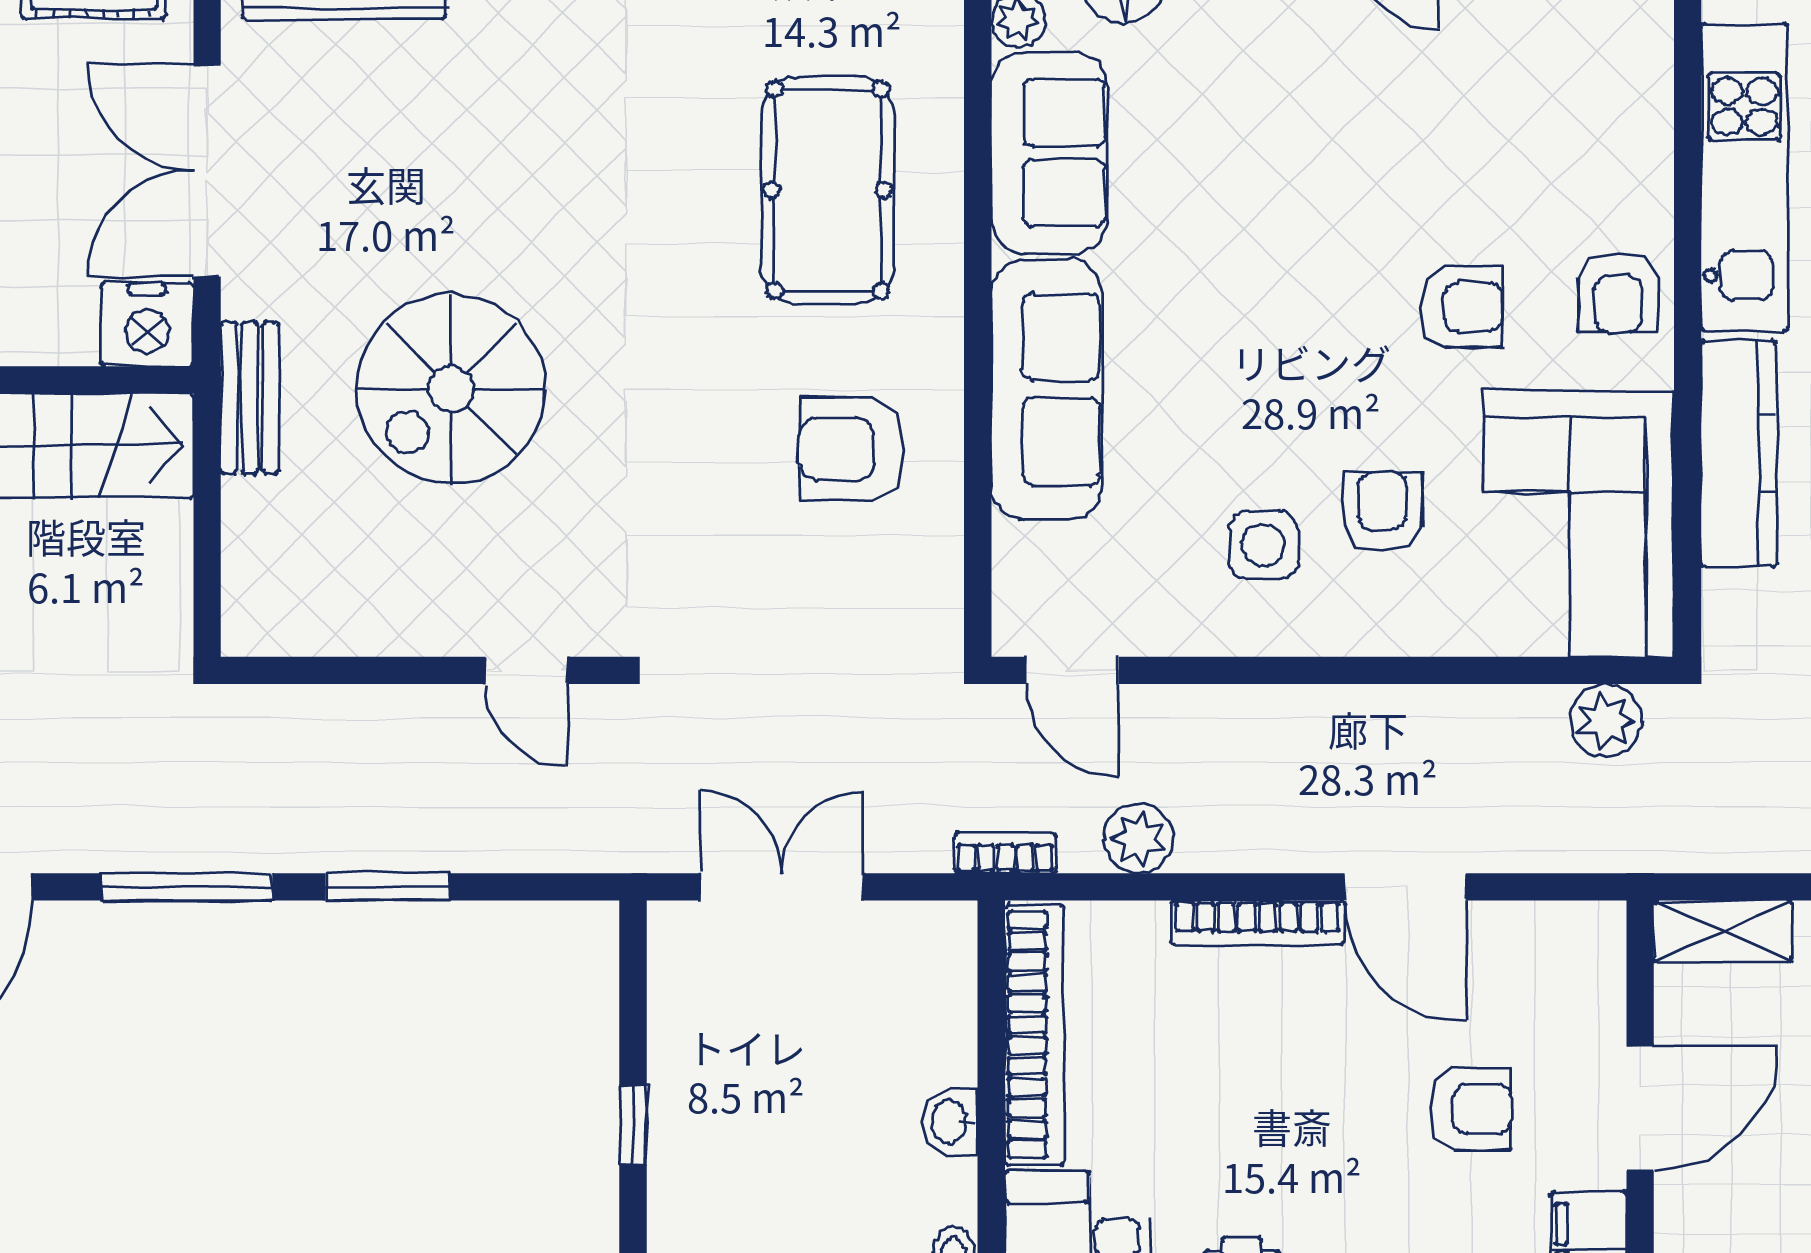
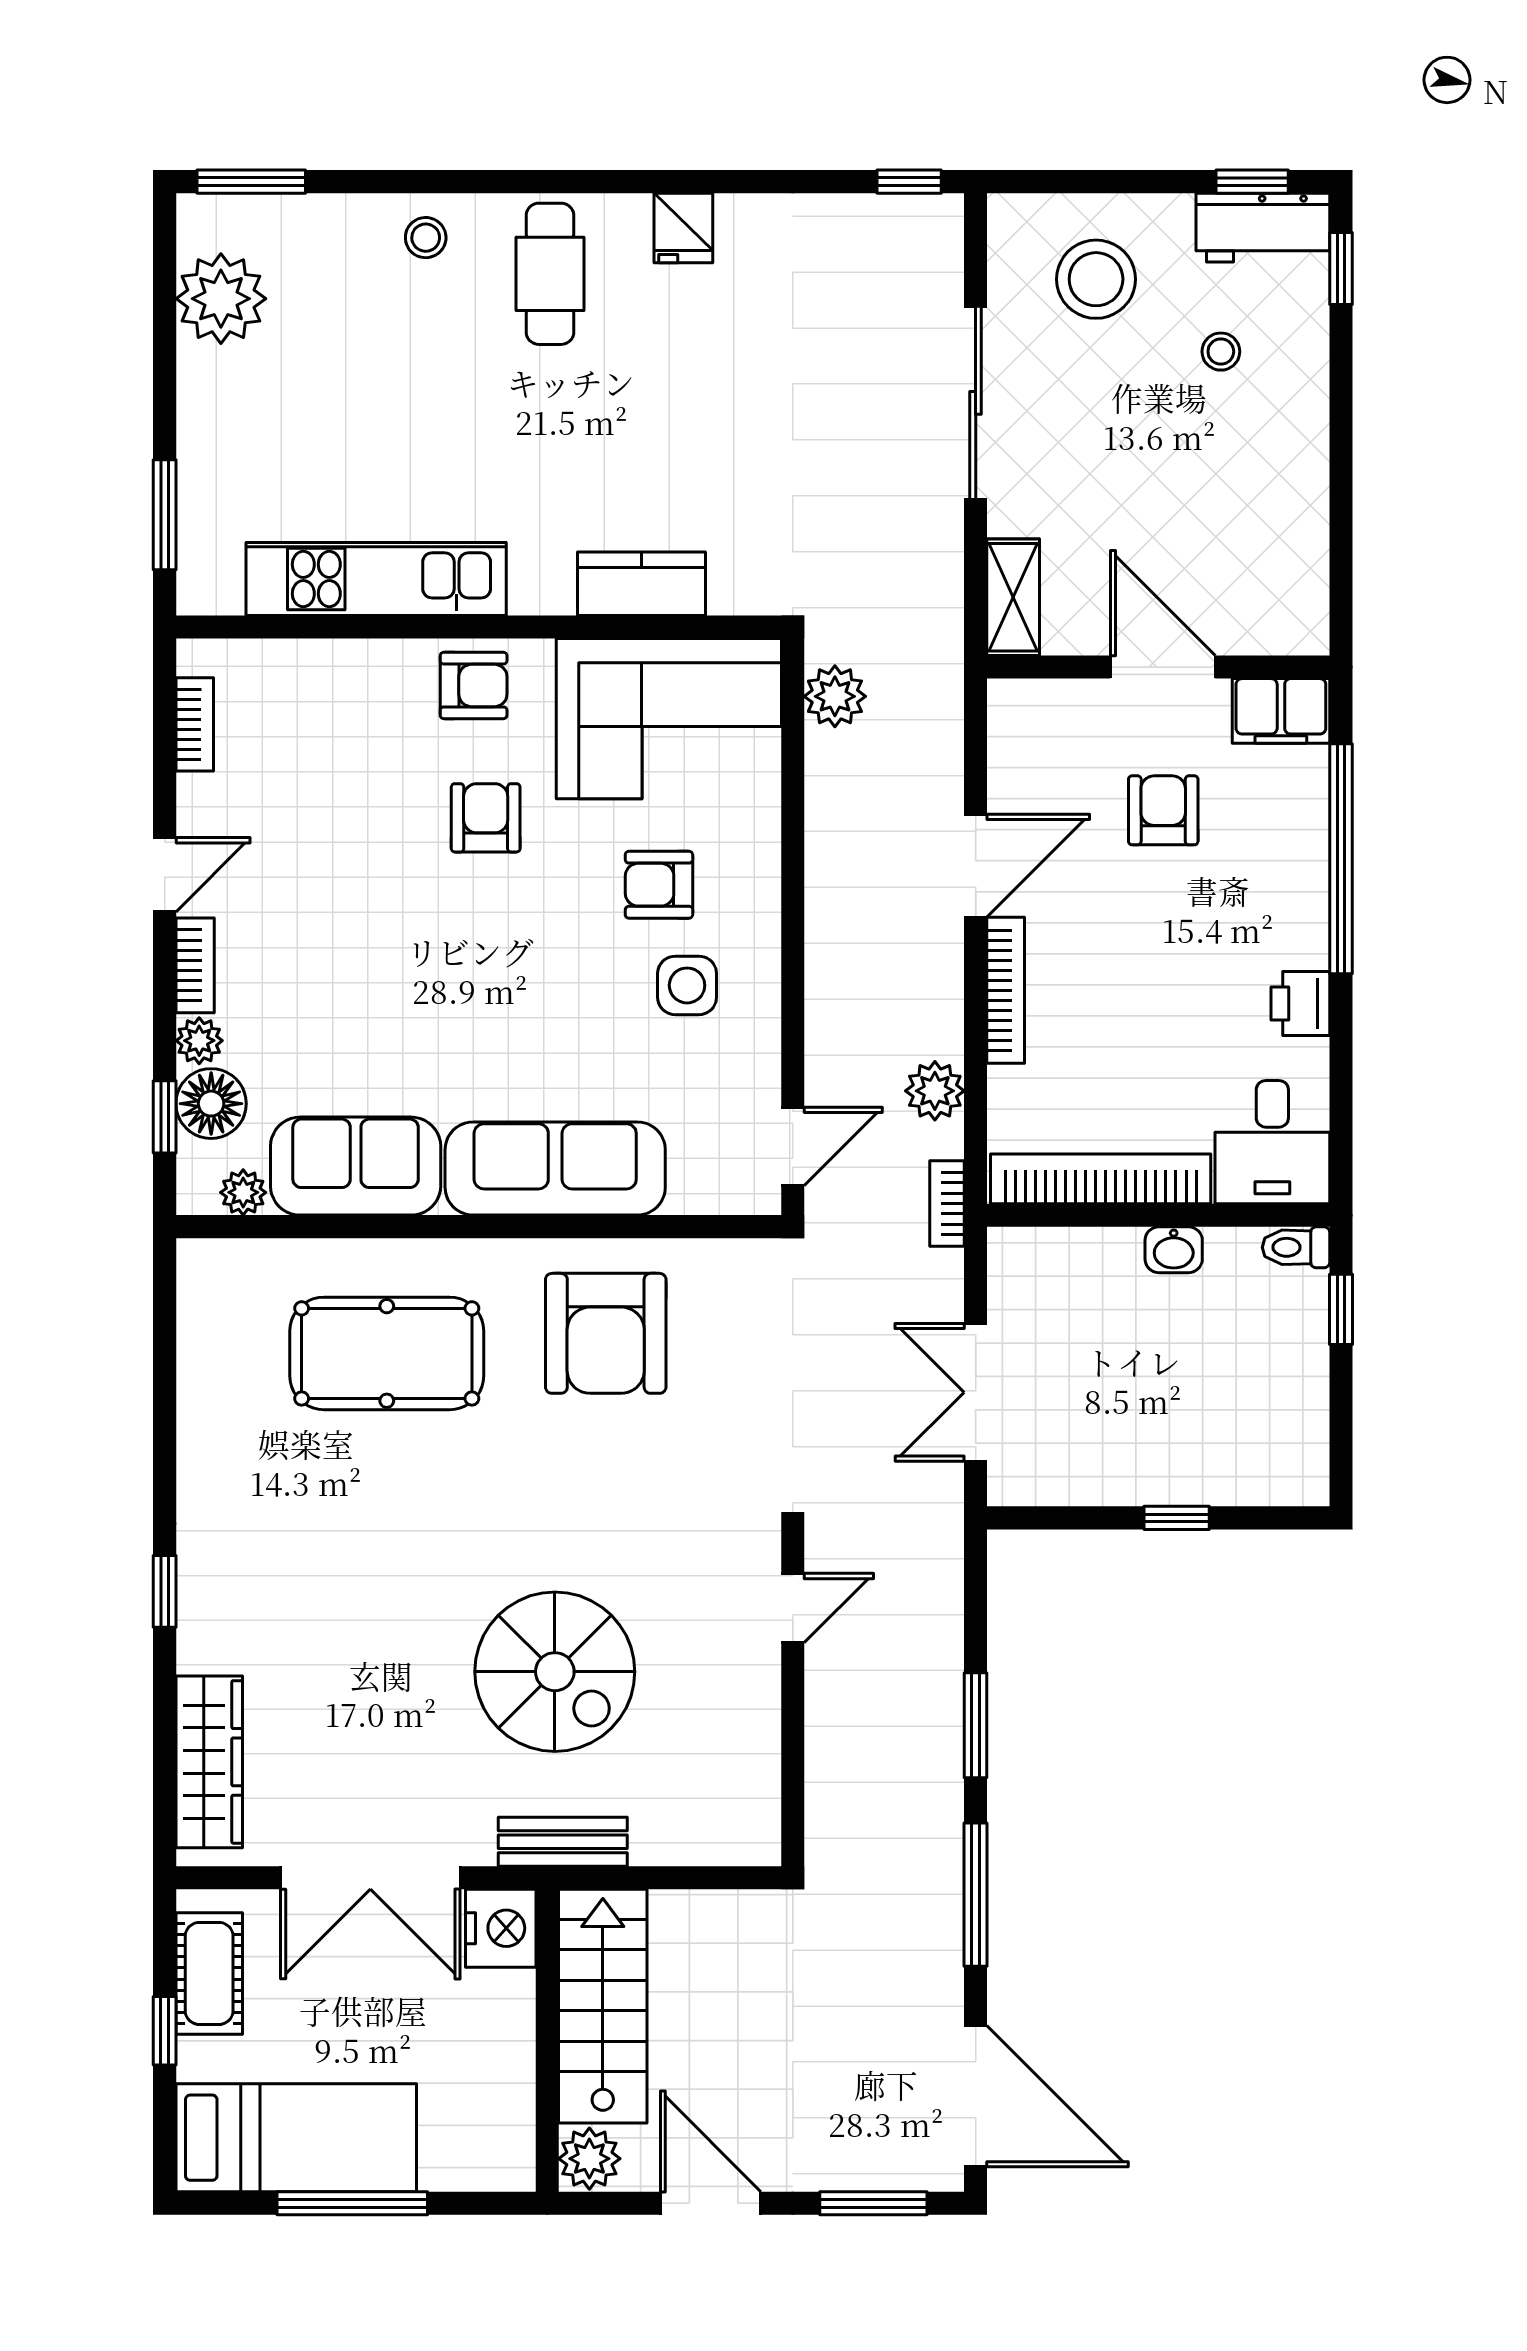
armchair: (851, 449) -> (606, 1333), width x1.36, depth x1.36
kitchen counter: (1739, 454) -> (642, 584), width x0.67

